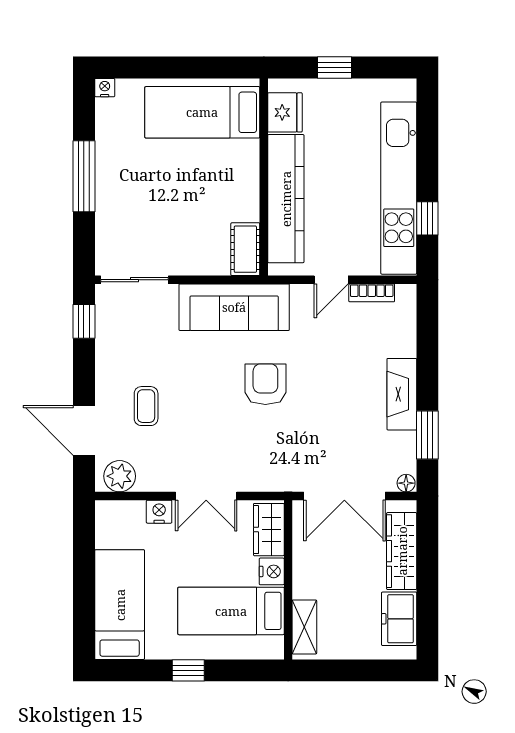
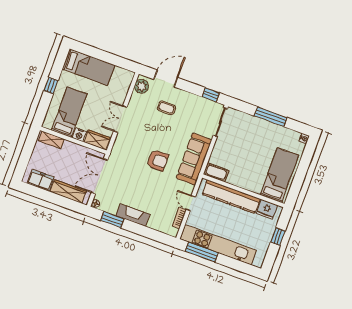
window: (427, 218) -> (202, 252), width x2.17
nightstand: (159, 512) -> (121, 97), removed

